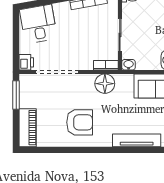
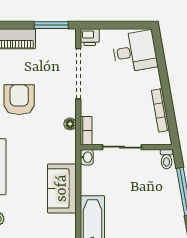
floor lamp: (105, 84) -> (70, 124), width x0.53, depth x0.53
armchair: (80, 122) -> (19, 100), turned 180

